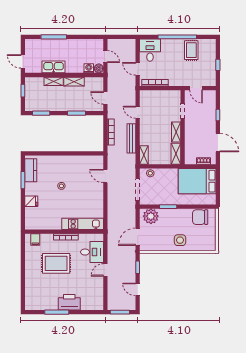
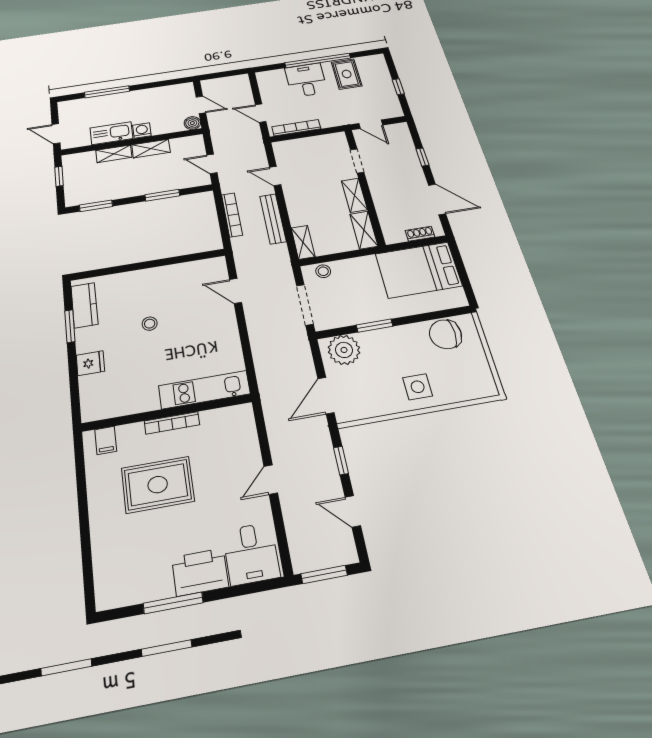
desk: (150, 50) -> (306, 80), moved
washing machine: (89, 68) -> (142, 130), moved
desk: (92, 252) -> (251, 554), moved, turned 90

